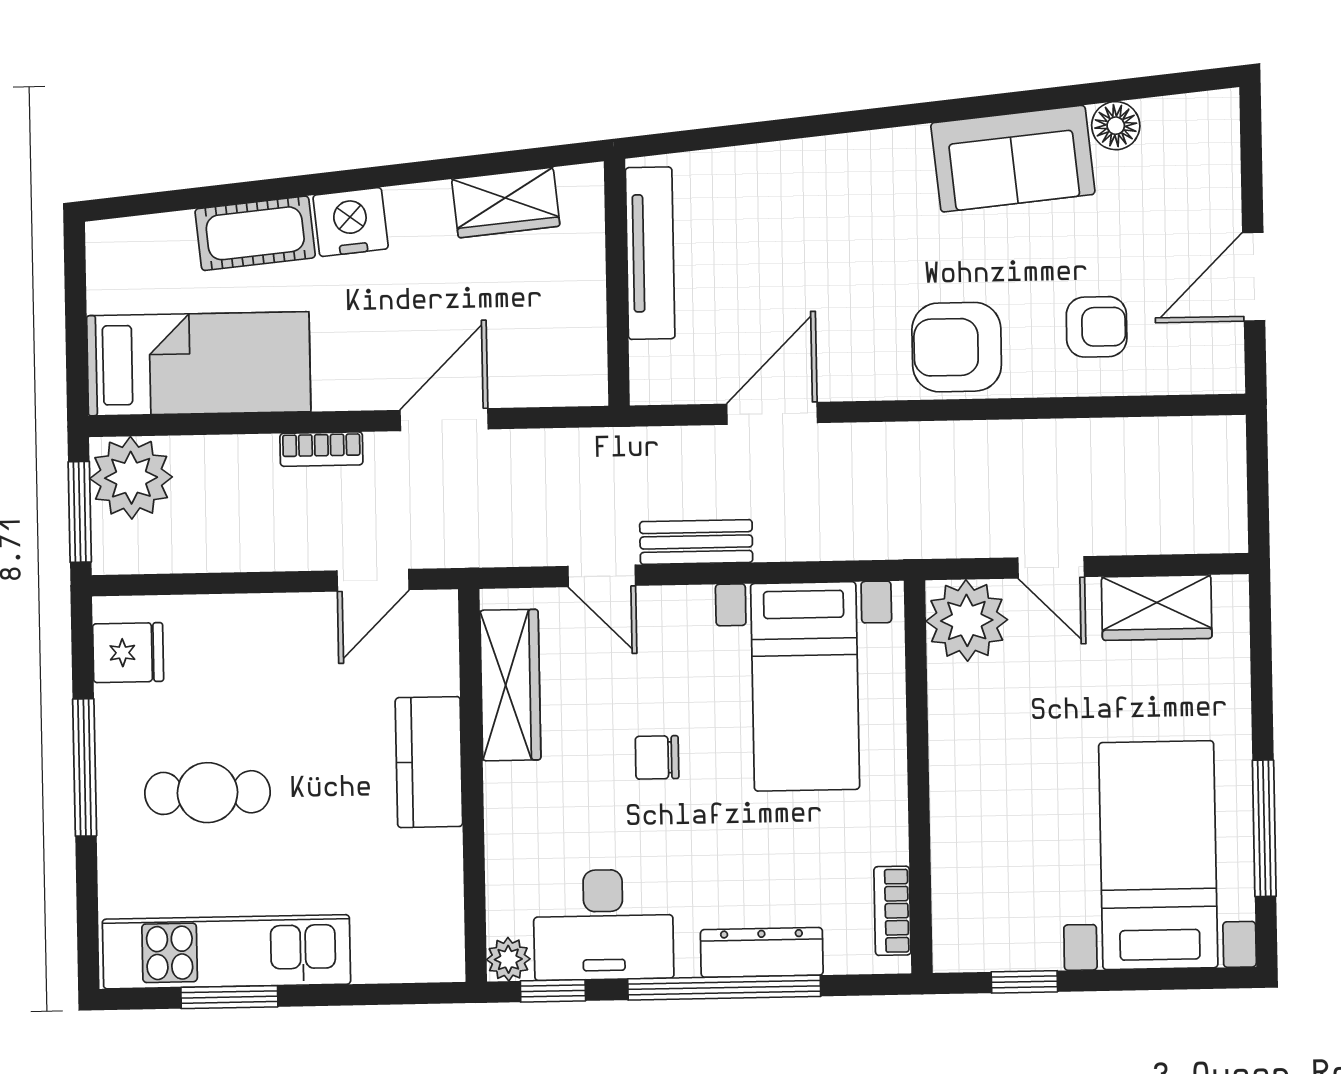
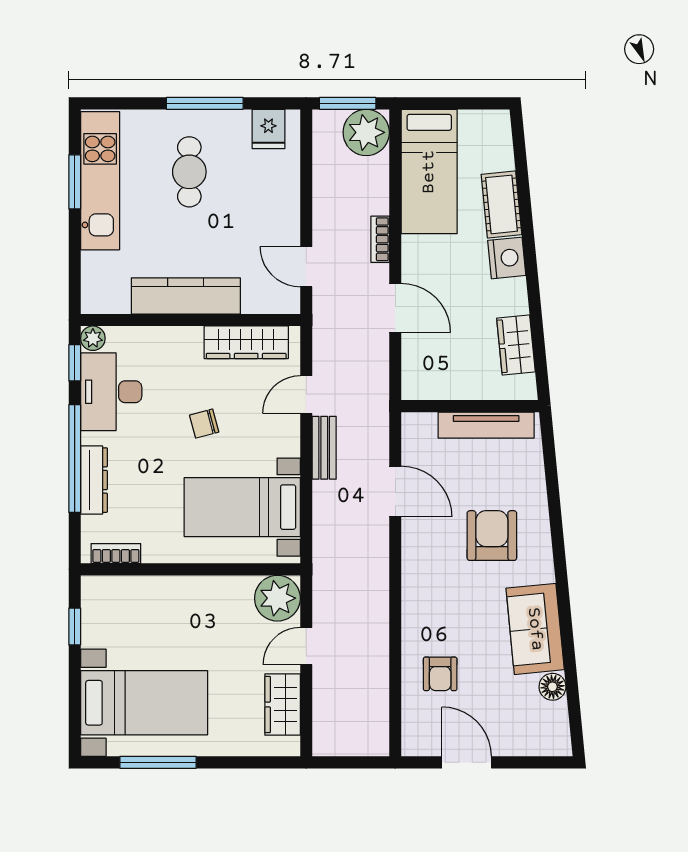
armchair: (957, 347) -> (492, 536), moved
chair: (657, 757) -> (204, 424), turned -105
kitchen counter: (429, 762) -> (186, 296), width x1.50

